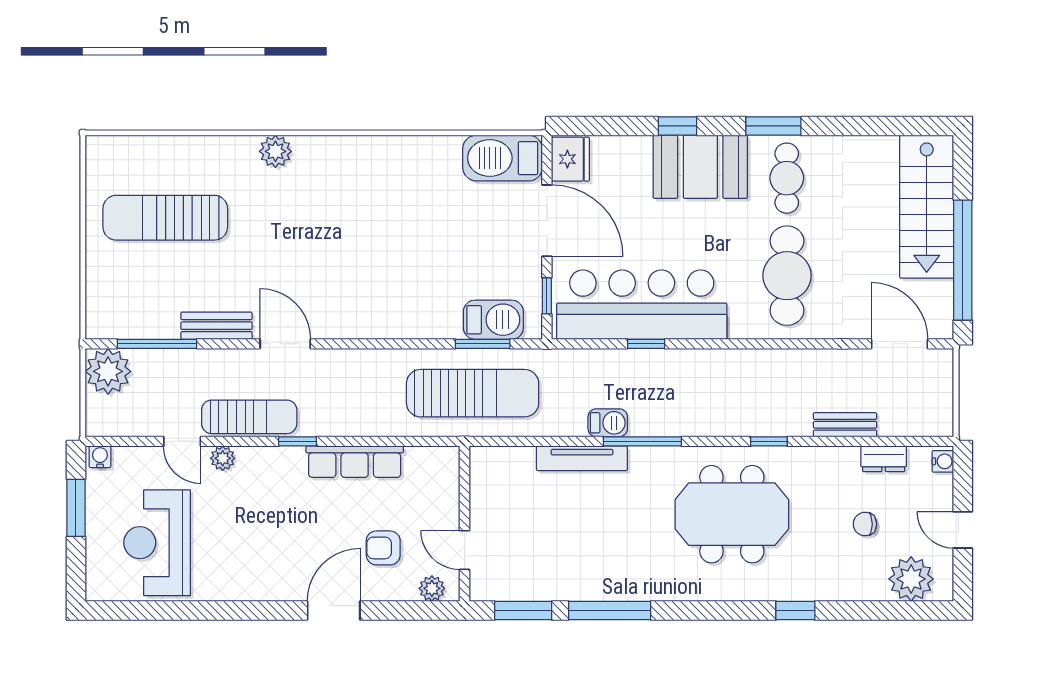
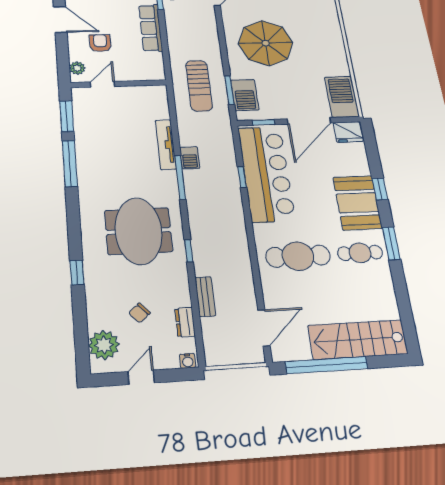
parasol: (391, 271) -> (266, 43), added
sun lounger: (473, 393) -> (199, 86), width x0.73, depth x0.75
chair: (865, 524) -> (139, 313), turned -132

